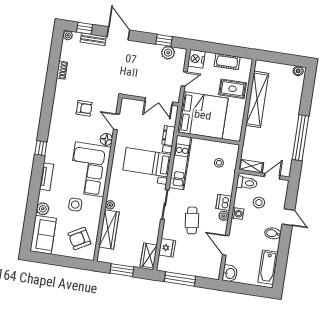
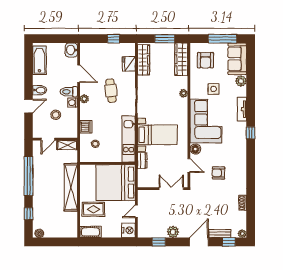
door: (118, 33) -> (199, 242), swing flipped
plant: (168, 53) -> (173, 232), moved
cot: (227, 62) -> (90, 232), moved
window: (307, 95) -> (28, 214), added
shelving: (257, 99) -> (71, 187), moved
double door: (159, 102) -> (171, 189), moved
toilet: (247, 183) -> (69, 92), moved
dishwasher: (224, 202) -> (86, 127), moved
door: (288, 217) -> (28, 106), swing flipped
wardrobe: (109, 229) -> (181, 59), moved
armchair: (79, 238) -> (205, 60), turned 119
wardrobe: (149, 255) -> (144, 60), width x1.50
window: (56, 260) -> (223, 39), added
window: (180, 279) -> (114, 39), width x0.46

